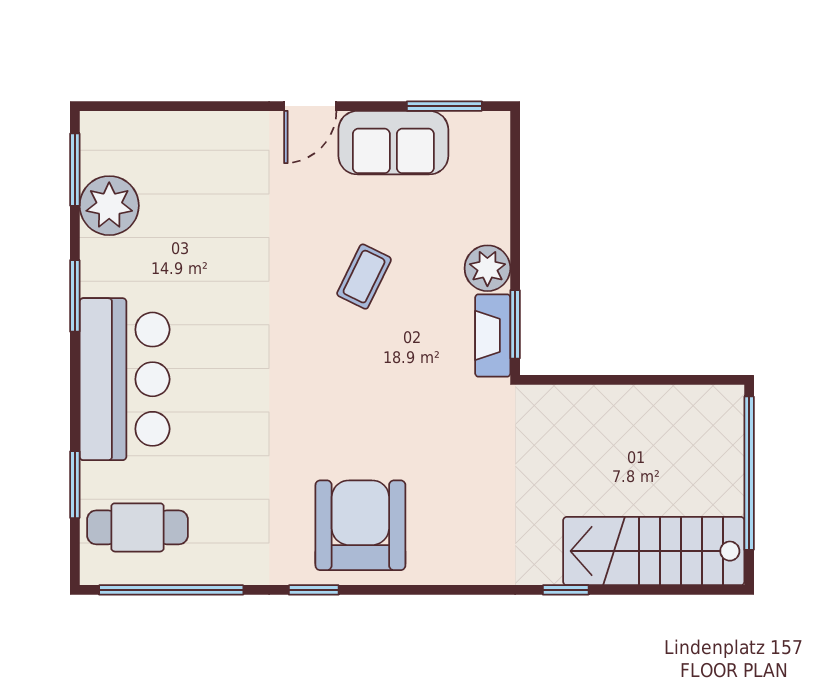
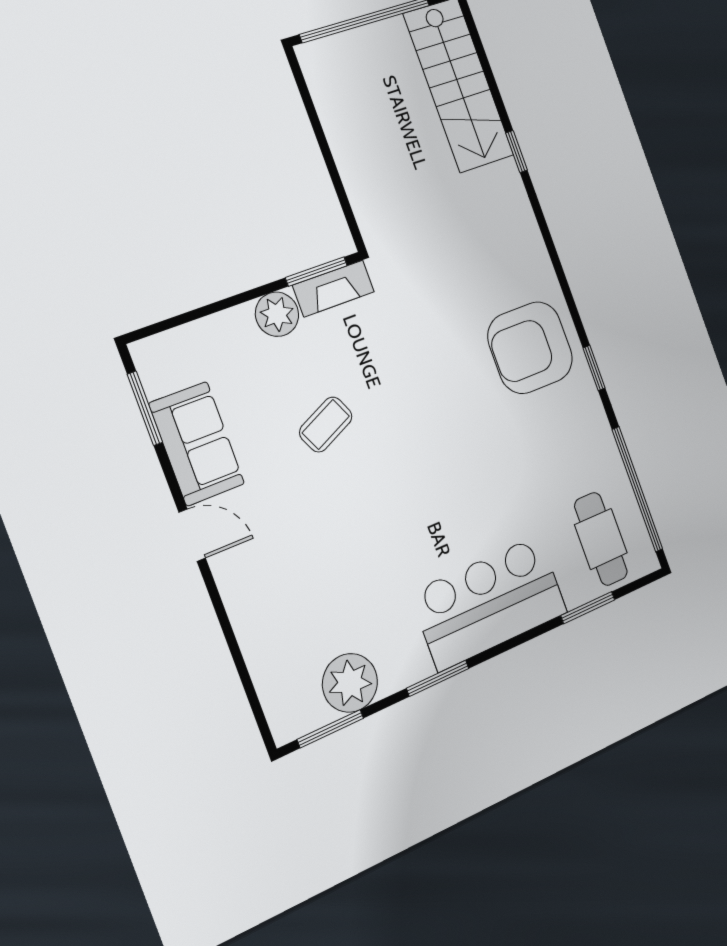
coffee table: (364, 277) -> (326, 424), turned -51

